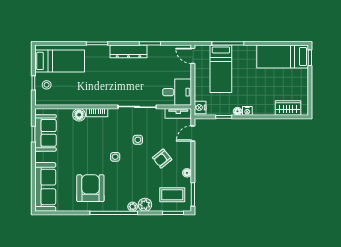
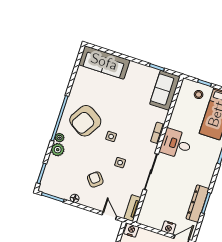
dresser: (128, 51) -> (197, 204), moved
nightstand: (186, 72) -> (169, 228), added
desk: (177, 92) -> (176, 144), moved, turned 90
floor lamp: (79, 115) -> (161, 116), removed
sofa: (45, 133) -> (165, 90), moved, turned 90
armchair: (90, 188) -> (85, 121), moved, turned 122
coffee table: (172, 195) -> (59, 178), removed

